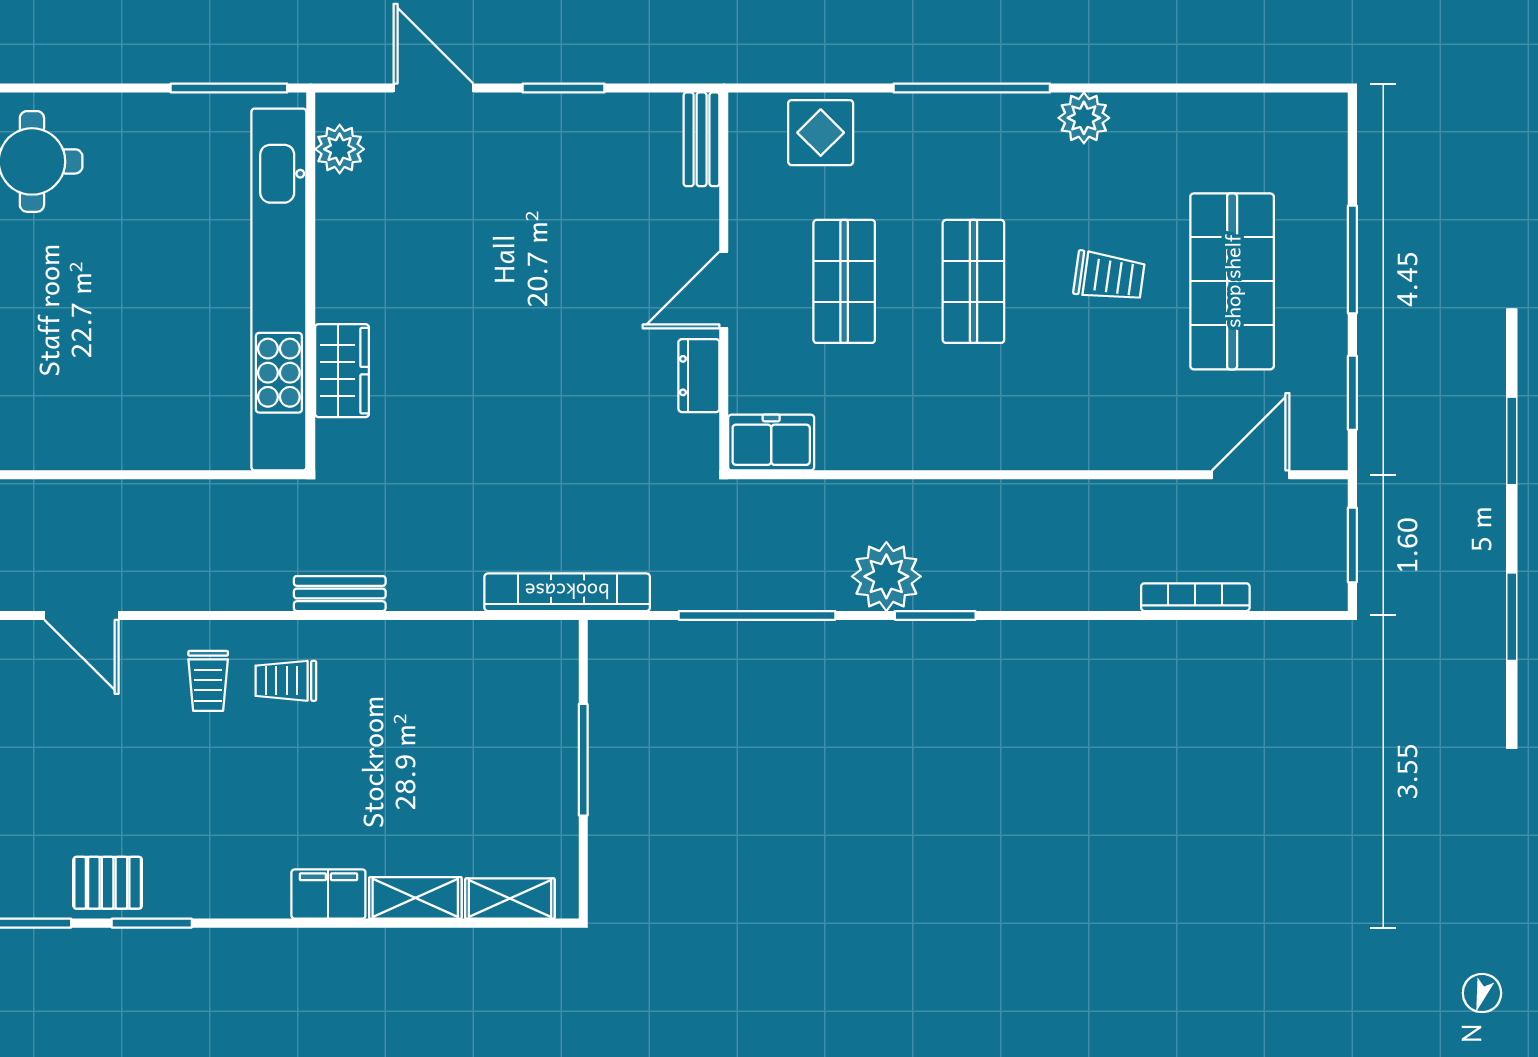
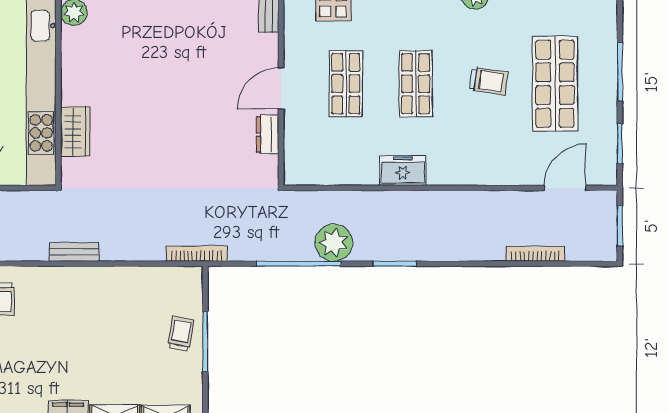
freezer: (771, 443) -> (403, 171), moved
plant: (886, 576) -> (334, 243), moved
bookcase: (567, 592) -> (197, 254), width x0.68, depth x0.76
trolley: (286, 681) -> (181, 334), moved, turned 100

